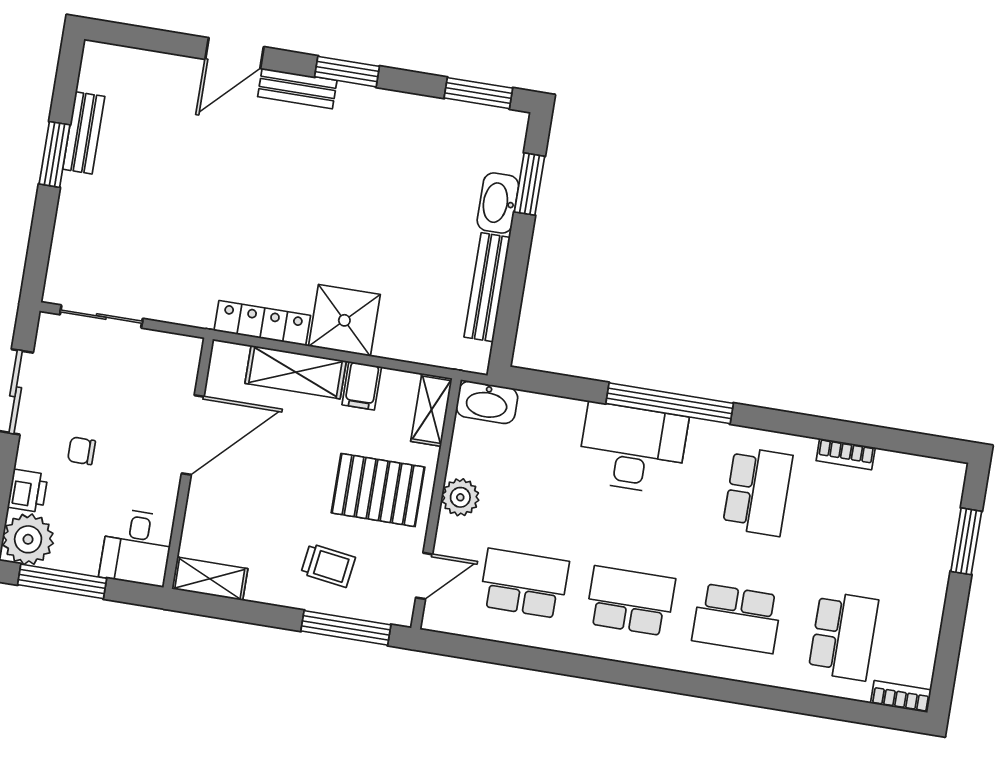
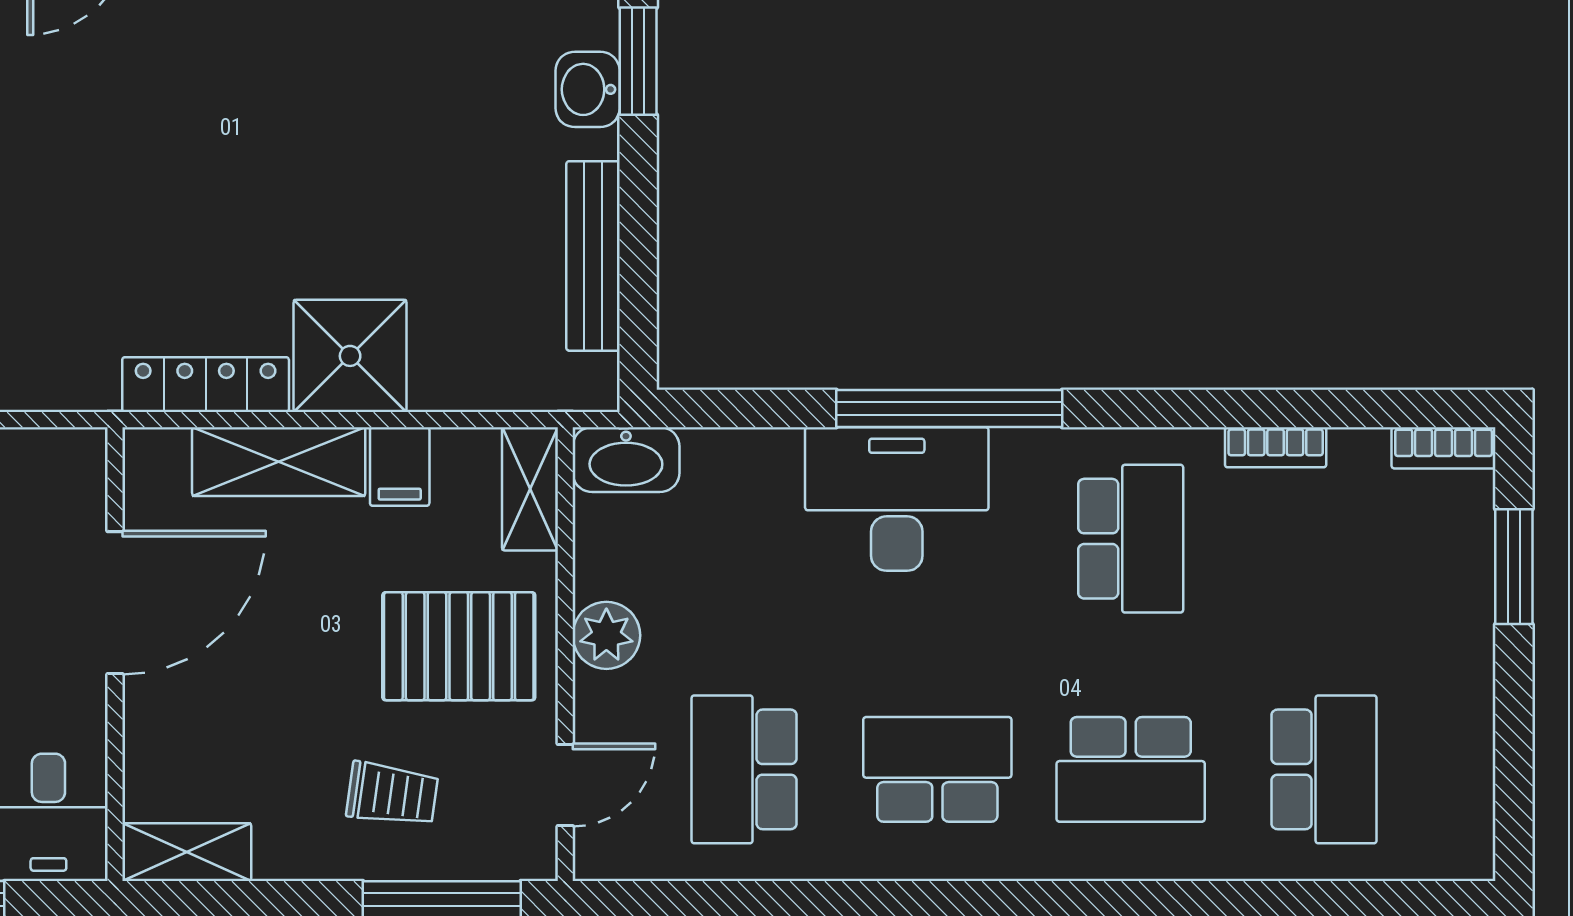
washbasin: (498, 203) -> (588, 89), width x0.72
school desk: (524, 583) -> (744, 769), turned -90
bookcase: (901, 697) -> (1444, 448), moved, turned 180

